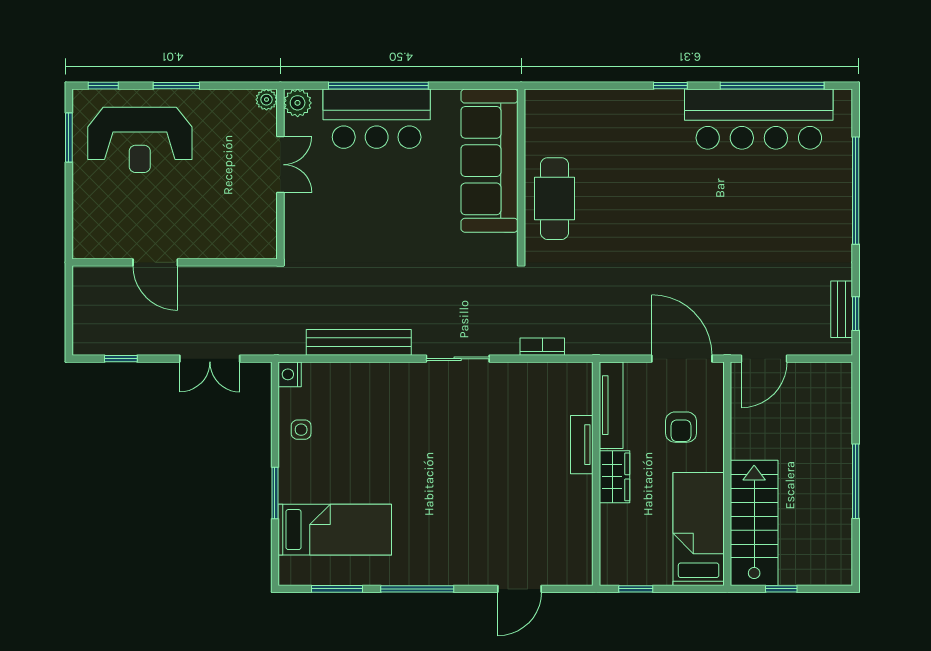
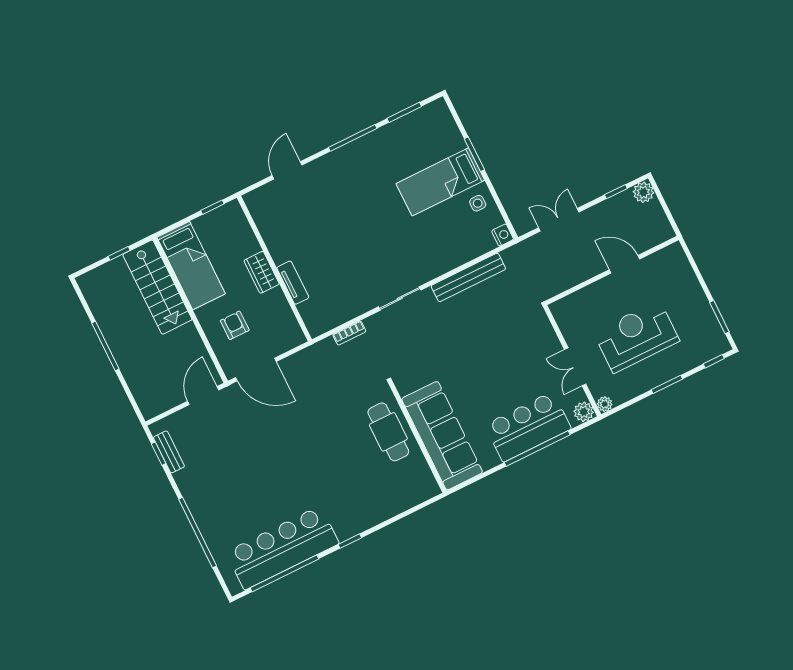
reception desk: (140, 140) -> (636, 337), moved
plant: (87, 341) -> (643, 192), added
tv unit: (611, 405) -> (287, 317), removed
bed: (335, 530) -> (440, 182), moved

